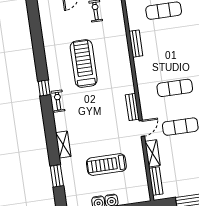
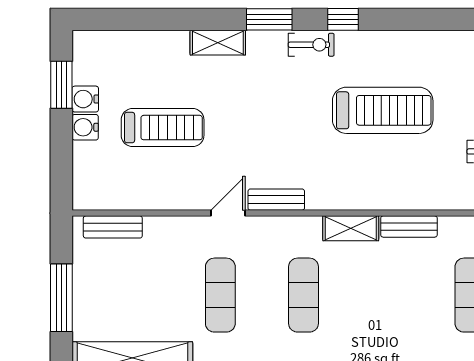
door: (142, 128) -> (228, 213), swing flipped
shelving: (153, 153) -> (351, 228), moved
treadmill: (106, 165) -> (163, 128), turned 90
window: (57, 176) -> (269, 19), moved

